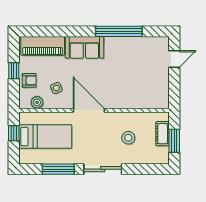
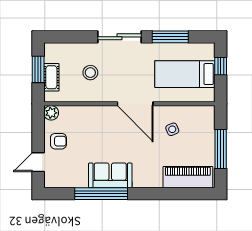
sofa: (84, 47) -> (110, 175), moved
window: (14, 71) -> (221, 149), width x2.17
armchair: (29, 80) -> (58, 141), moved, turned 180
plant: (37, 102) -> (51, 113), moved
window: (14, 133) -> (221, 66), moved

